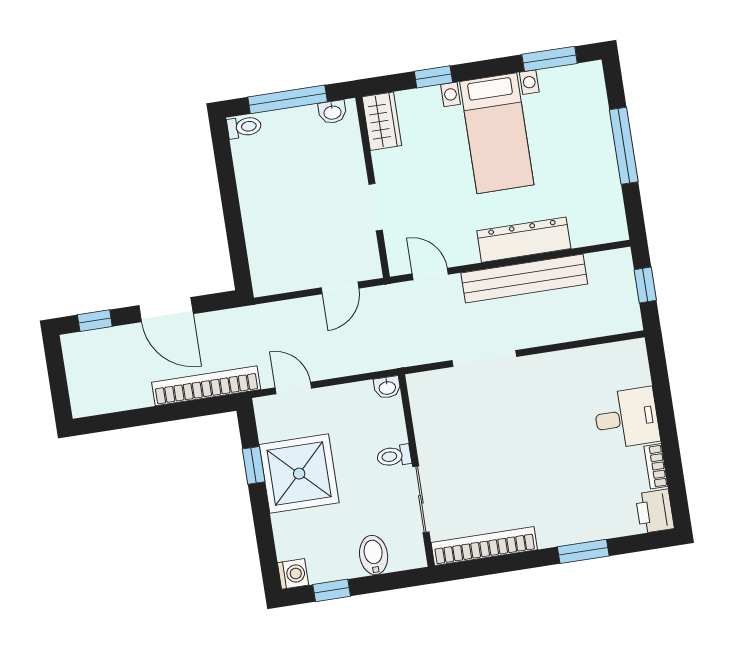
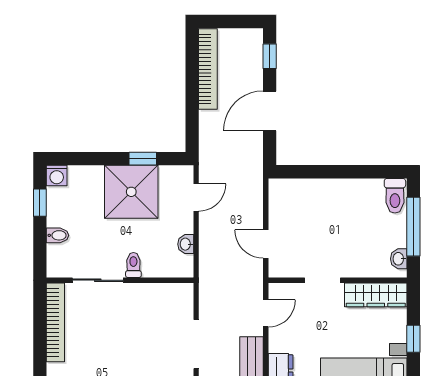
wardrobe: (382, 121) -> (376, 295), width x1.50
toilet: (244, 127) -> (395, 196), width x1.37, depth x1.39
bookcase: (206, 386) -> (208, 69), moved
washbasin: (387, 387) -> (186, 244), moved
bidet: (374, 555) -> (57, 235), width x0.72, depth x0.74

